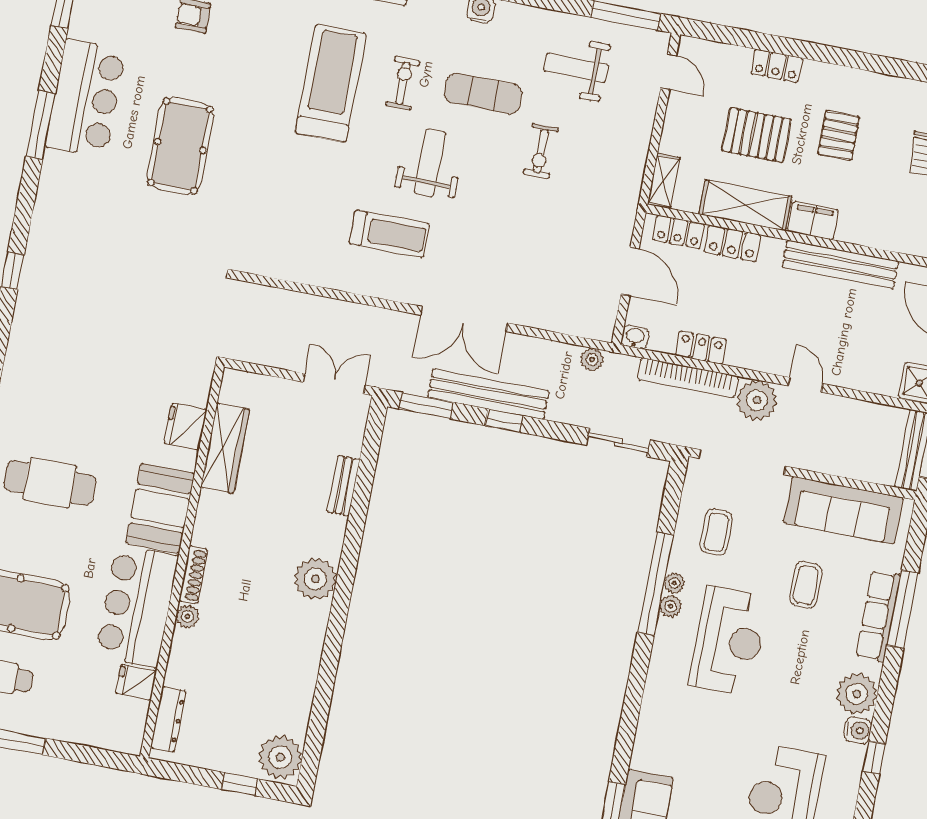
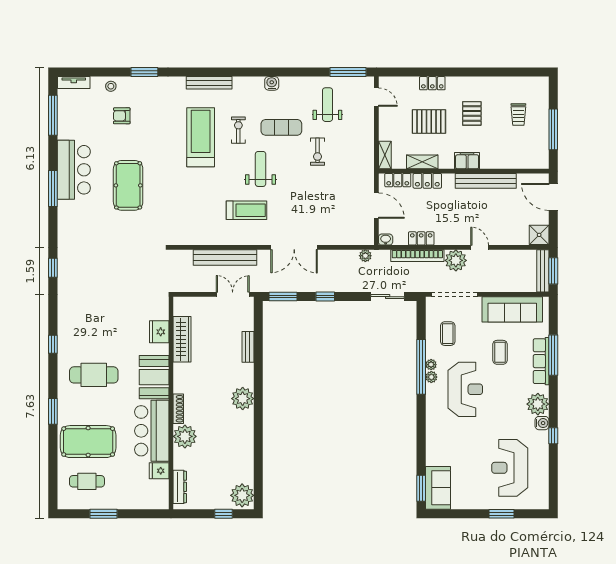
weight bench: (576, 68) -> (327, 105), turned 90
shelving: (745, 205) -> (422, 162), width x0.67, depth x0.75
bench: (488, 394) -> (225, 257), moved
plant: (188, 616) -> (185, 436), width x1.88, depth x1.88

